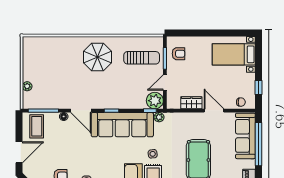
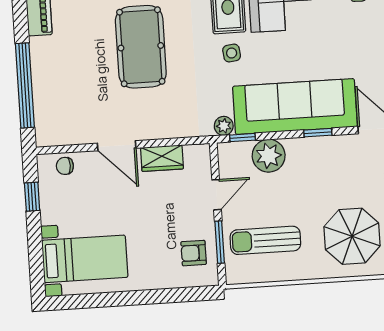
plant: (155, 101) -> (269, 156), moved
sofa: (245, 136) -> (52, 100), removed

